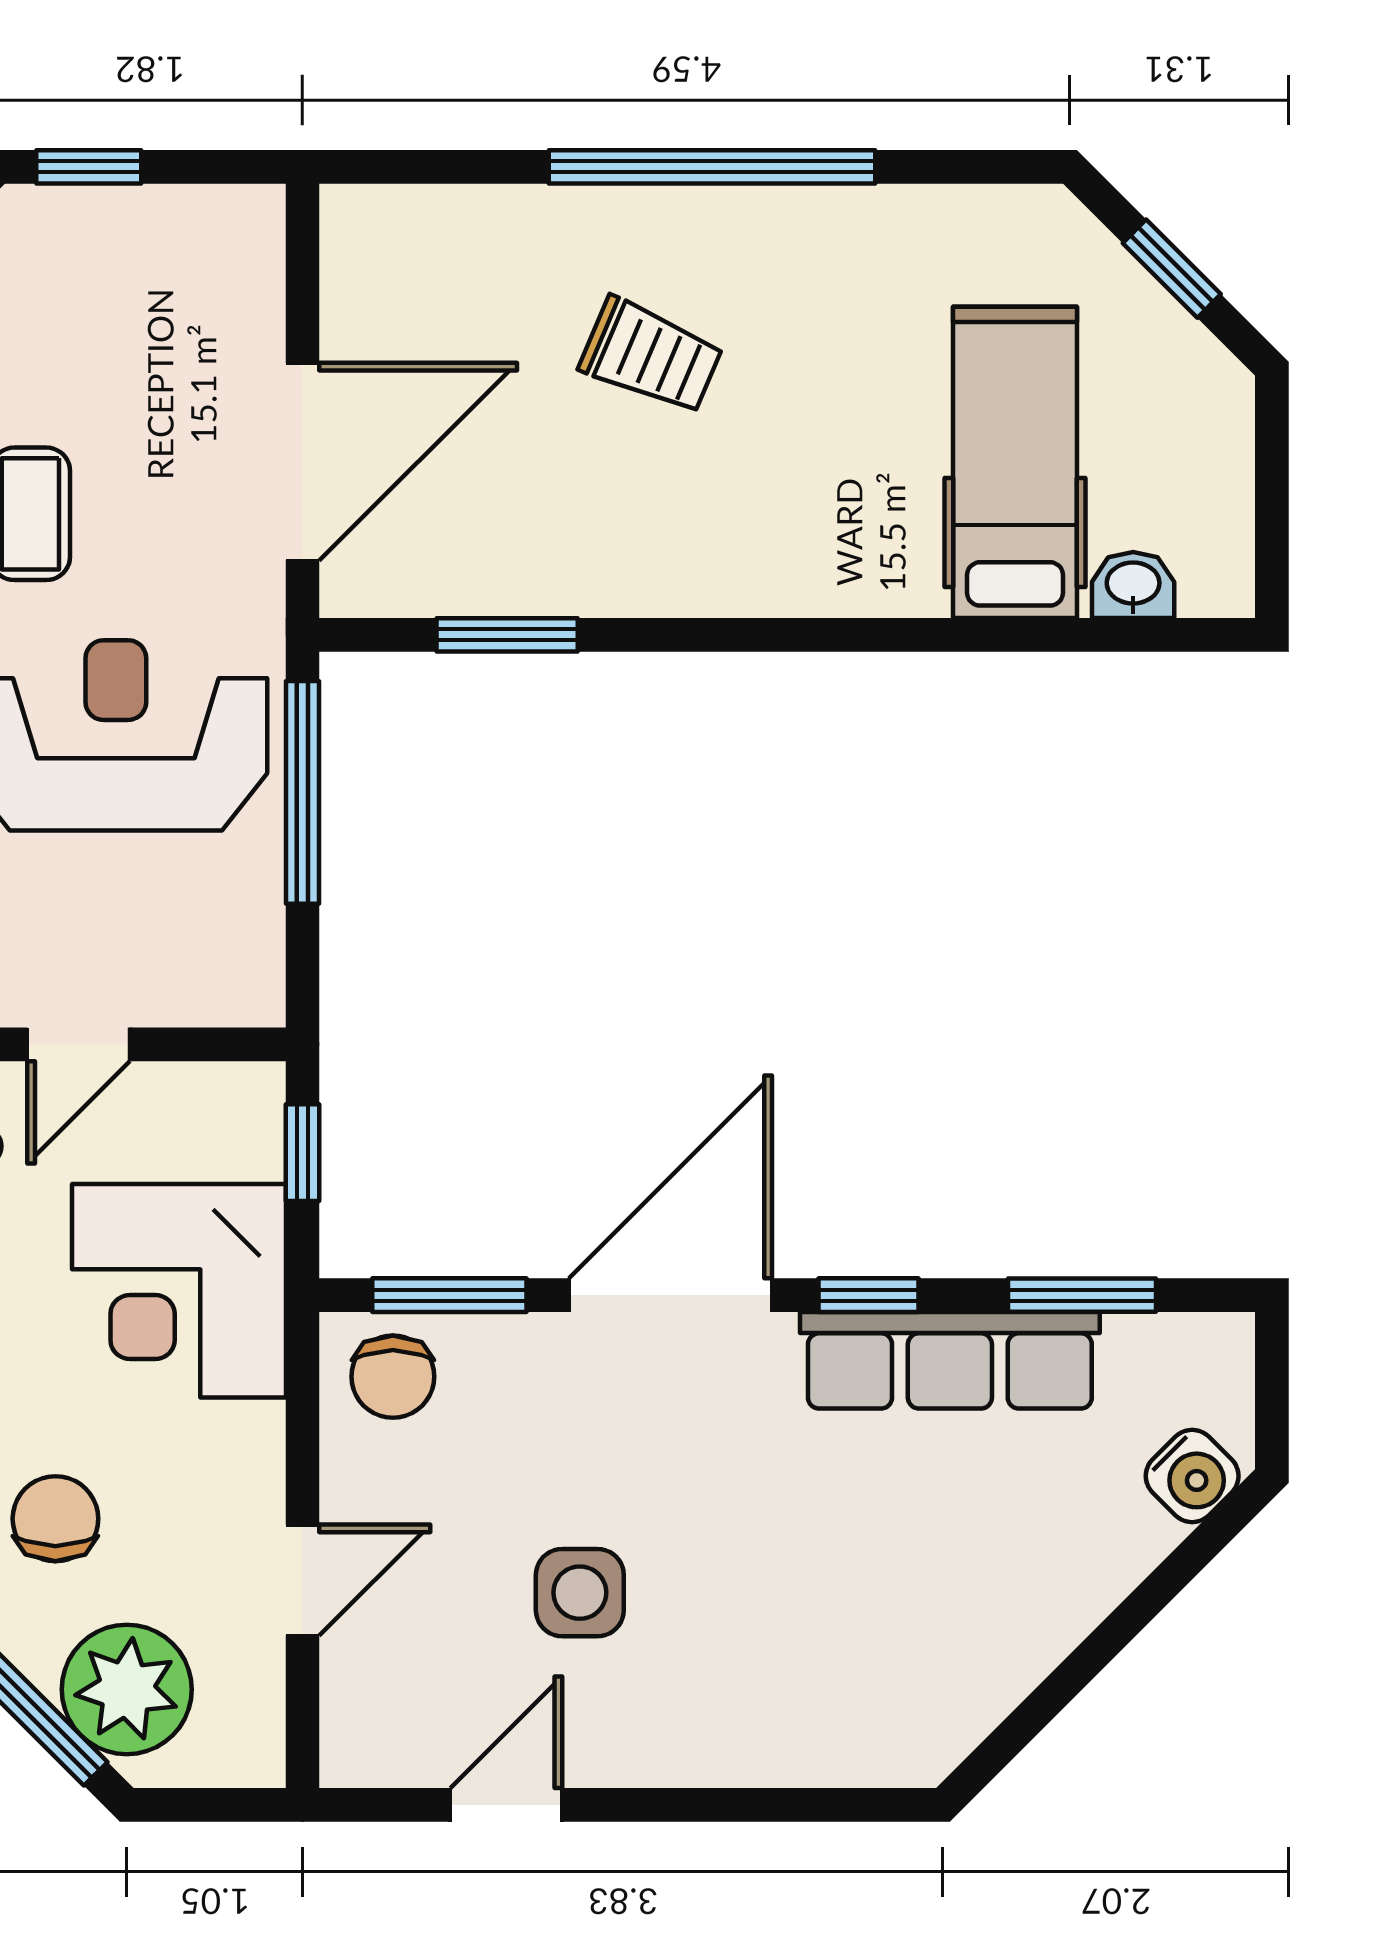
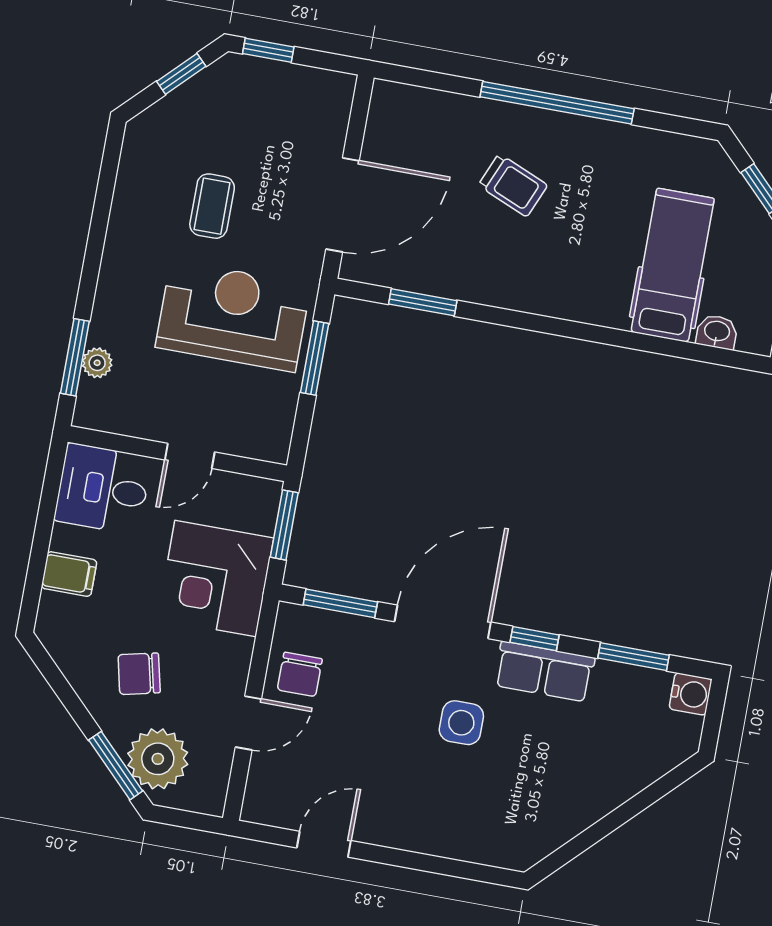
window: (302, 792) -> (315, 358), width x0.69
window: (302, 1153) -> (284, 525), width x1.50
row of seats: (950, 1360) -> (544, 672), width x0.68
chair: (393, 1377) -> (300, 674), moved
water cooler: (1192, 1476) -> (691, 694), moved, turned -45
chair: (55, 1519) -> (139, 674), turned -103
side table: (580, 1593) -> (461, 723), moved

